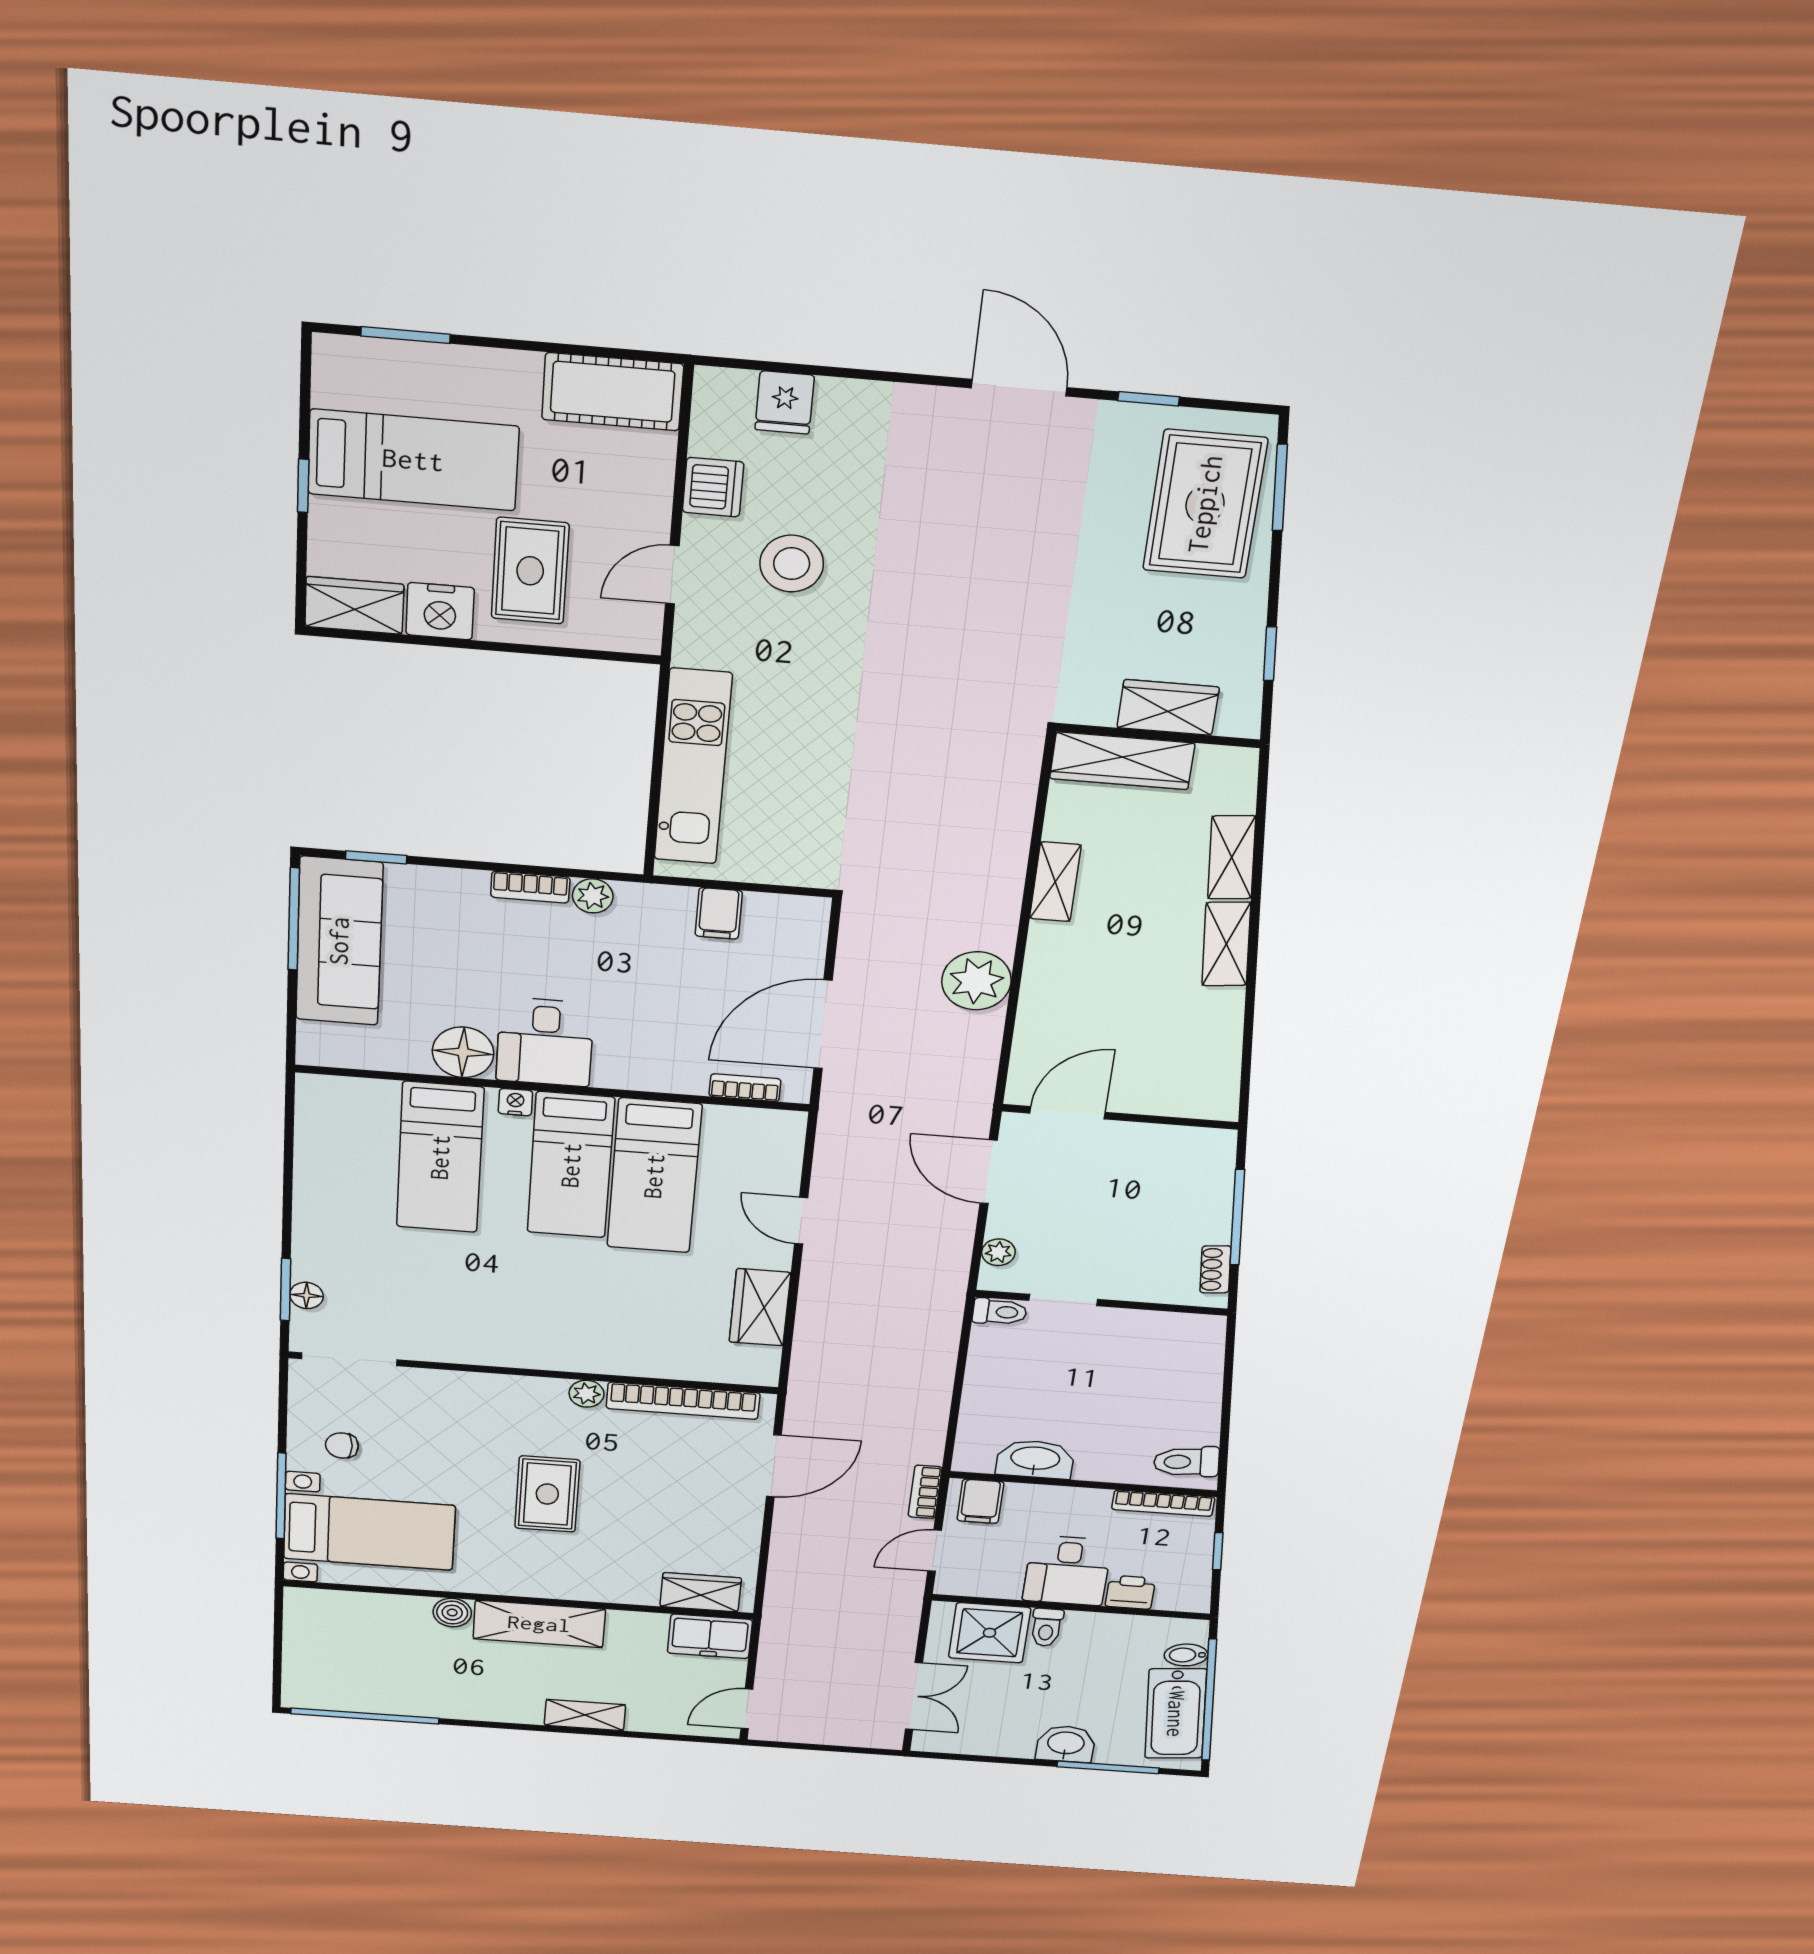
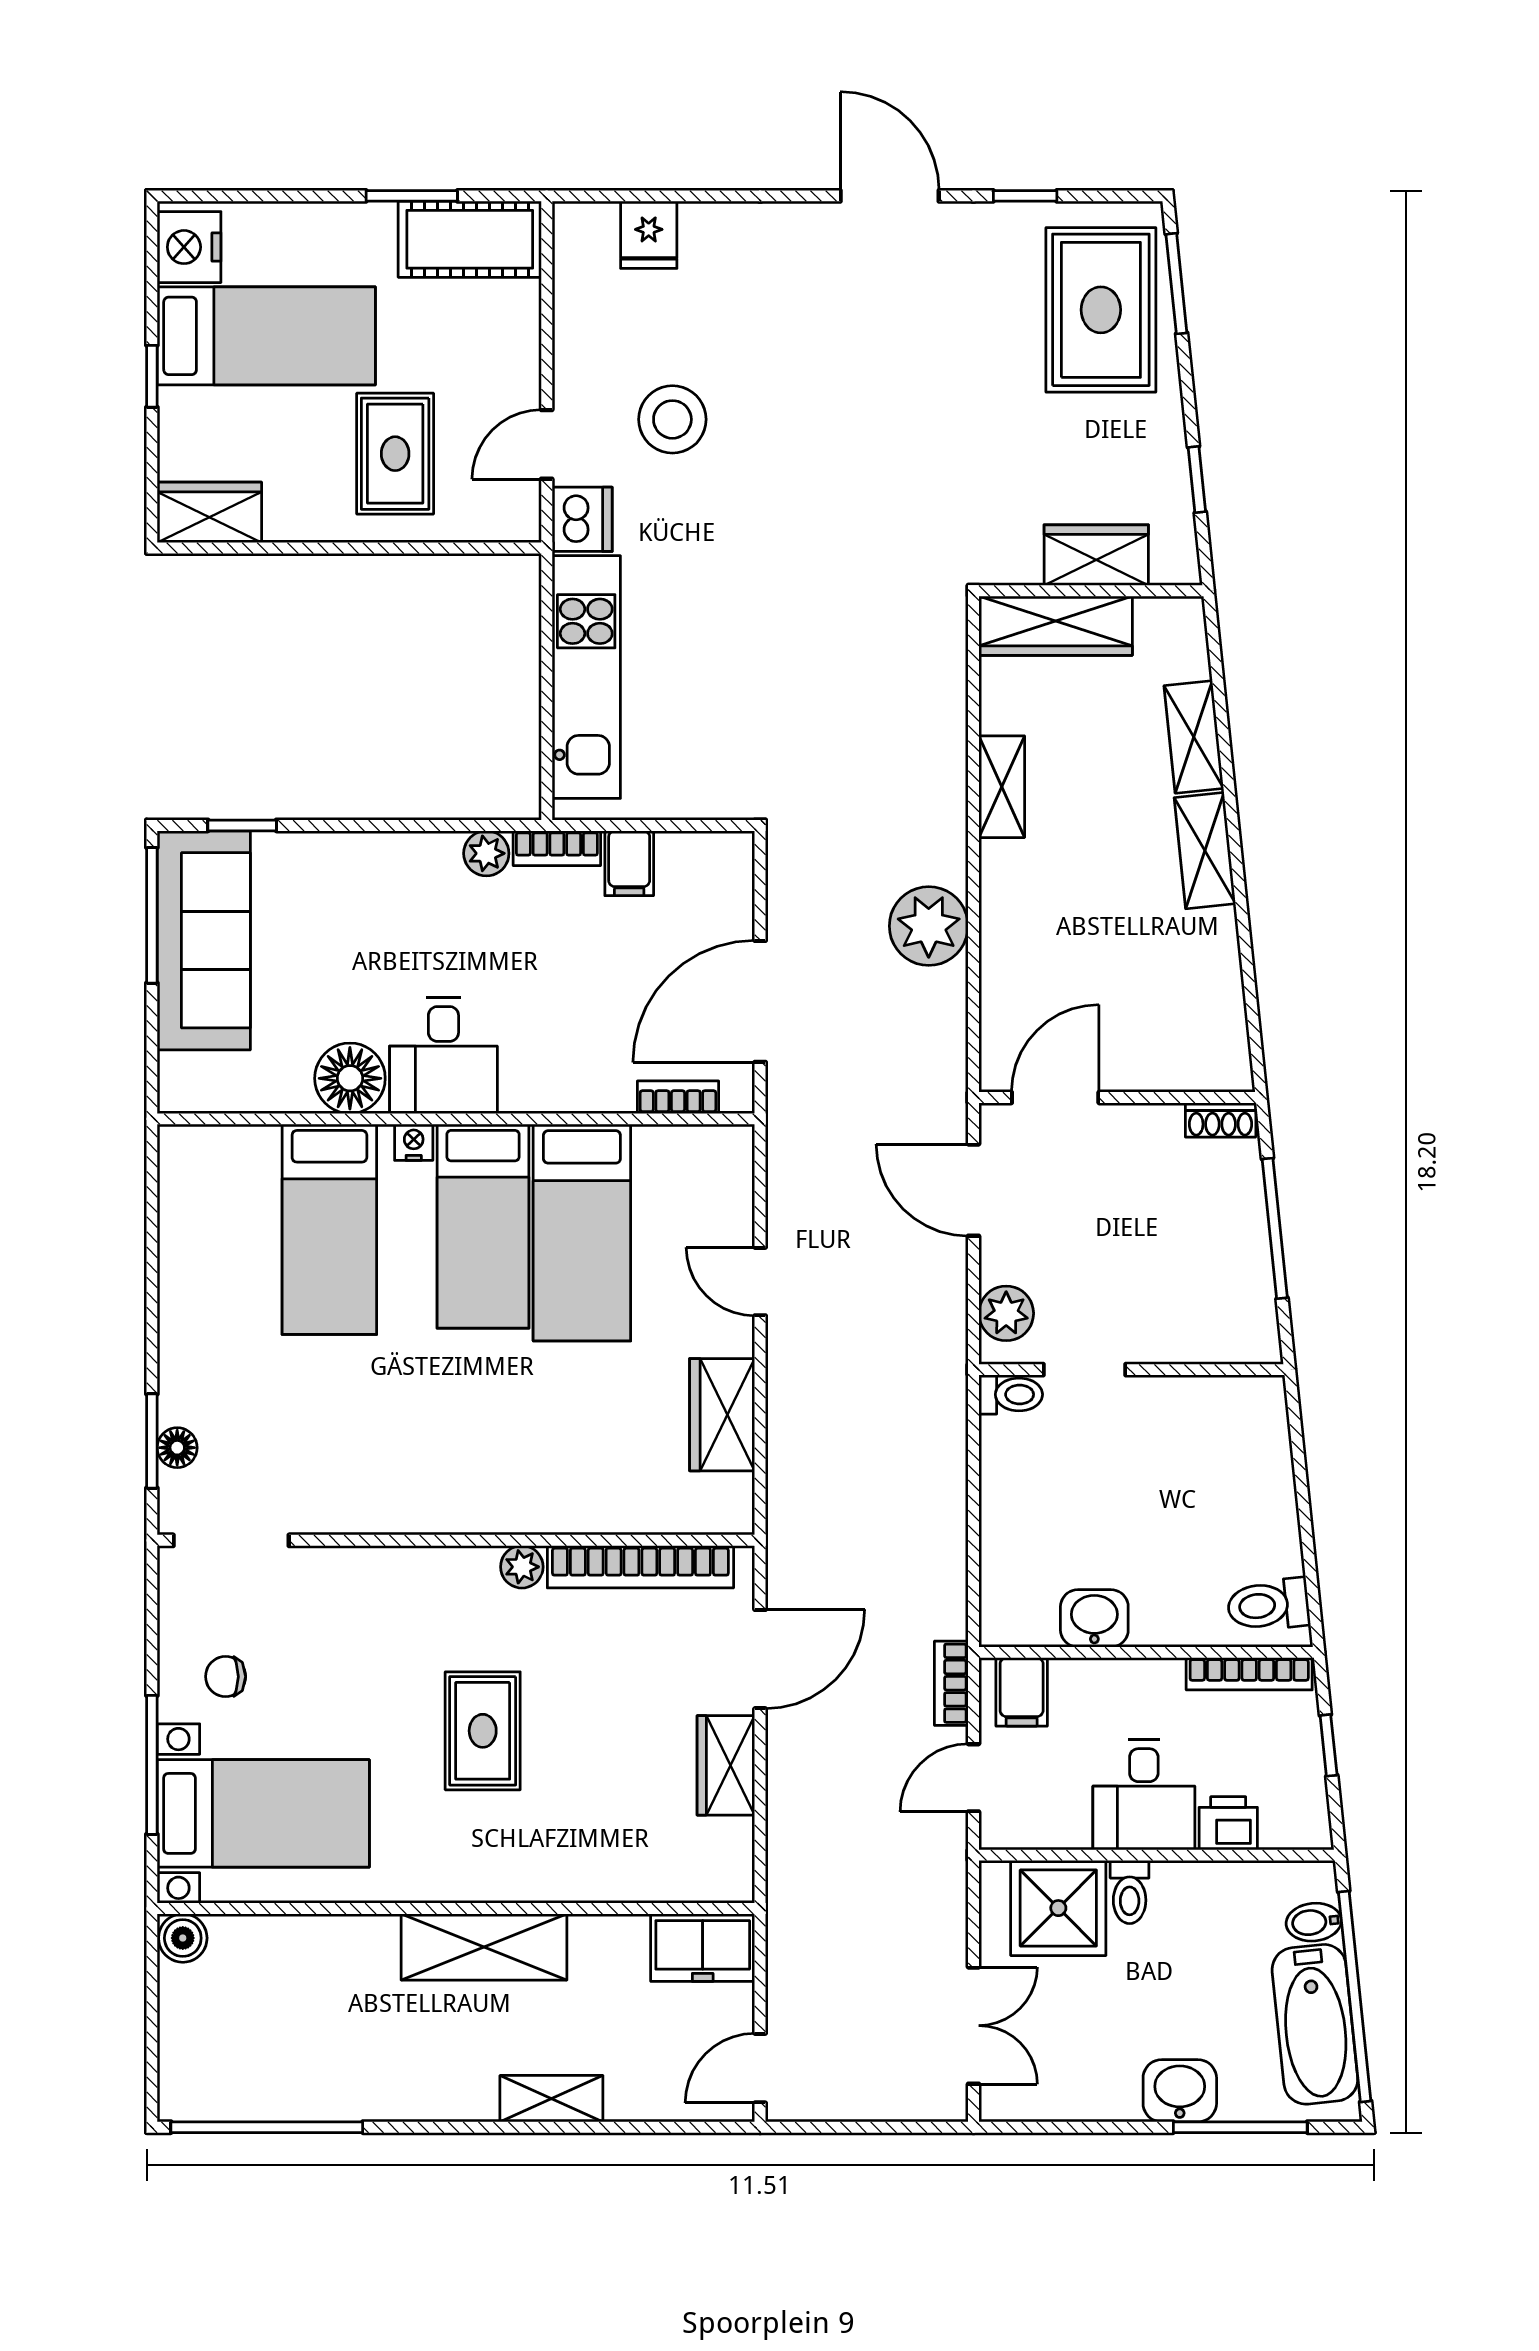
window: (406, 335) -> (412, 196), moved
dishwasher: (713, 487) -> (582, 519), moved
nightstand: (440, 611) -> (189, 247), moved, turned 90
bookcase: (530, 887) -> (557, 848), moved
plant: (998, 1252) -> (1006, 1313), width x1.38, depth x1.38
shoe rack: (1215, 1269) -> (1221, 1120), moved, turned -84
washbasin: (1035, 1459) -> (1094, 1618), width x0.72
wardrobe: (701, 1592) -> (726, 1765), moved, turned -90
boiler: (452, 1613) -> (183, 1938), moved

